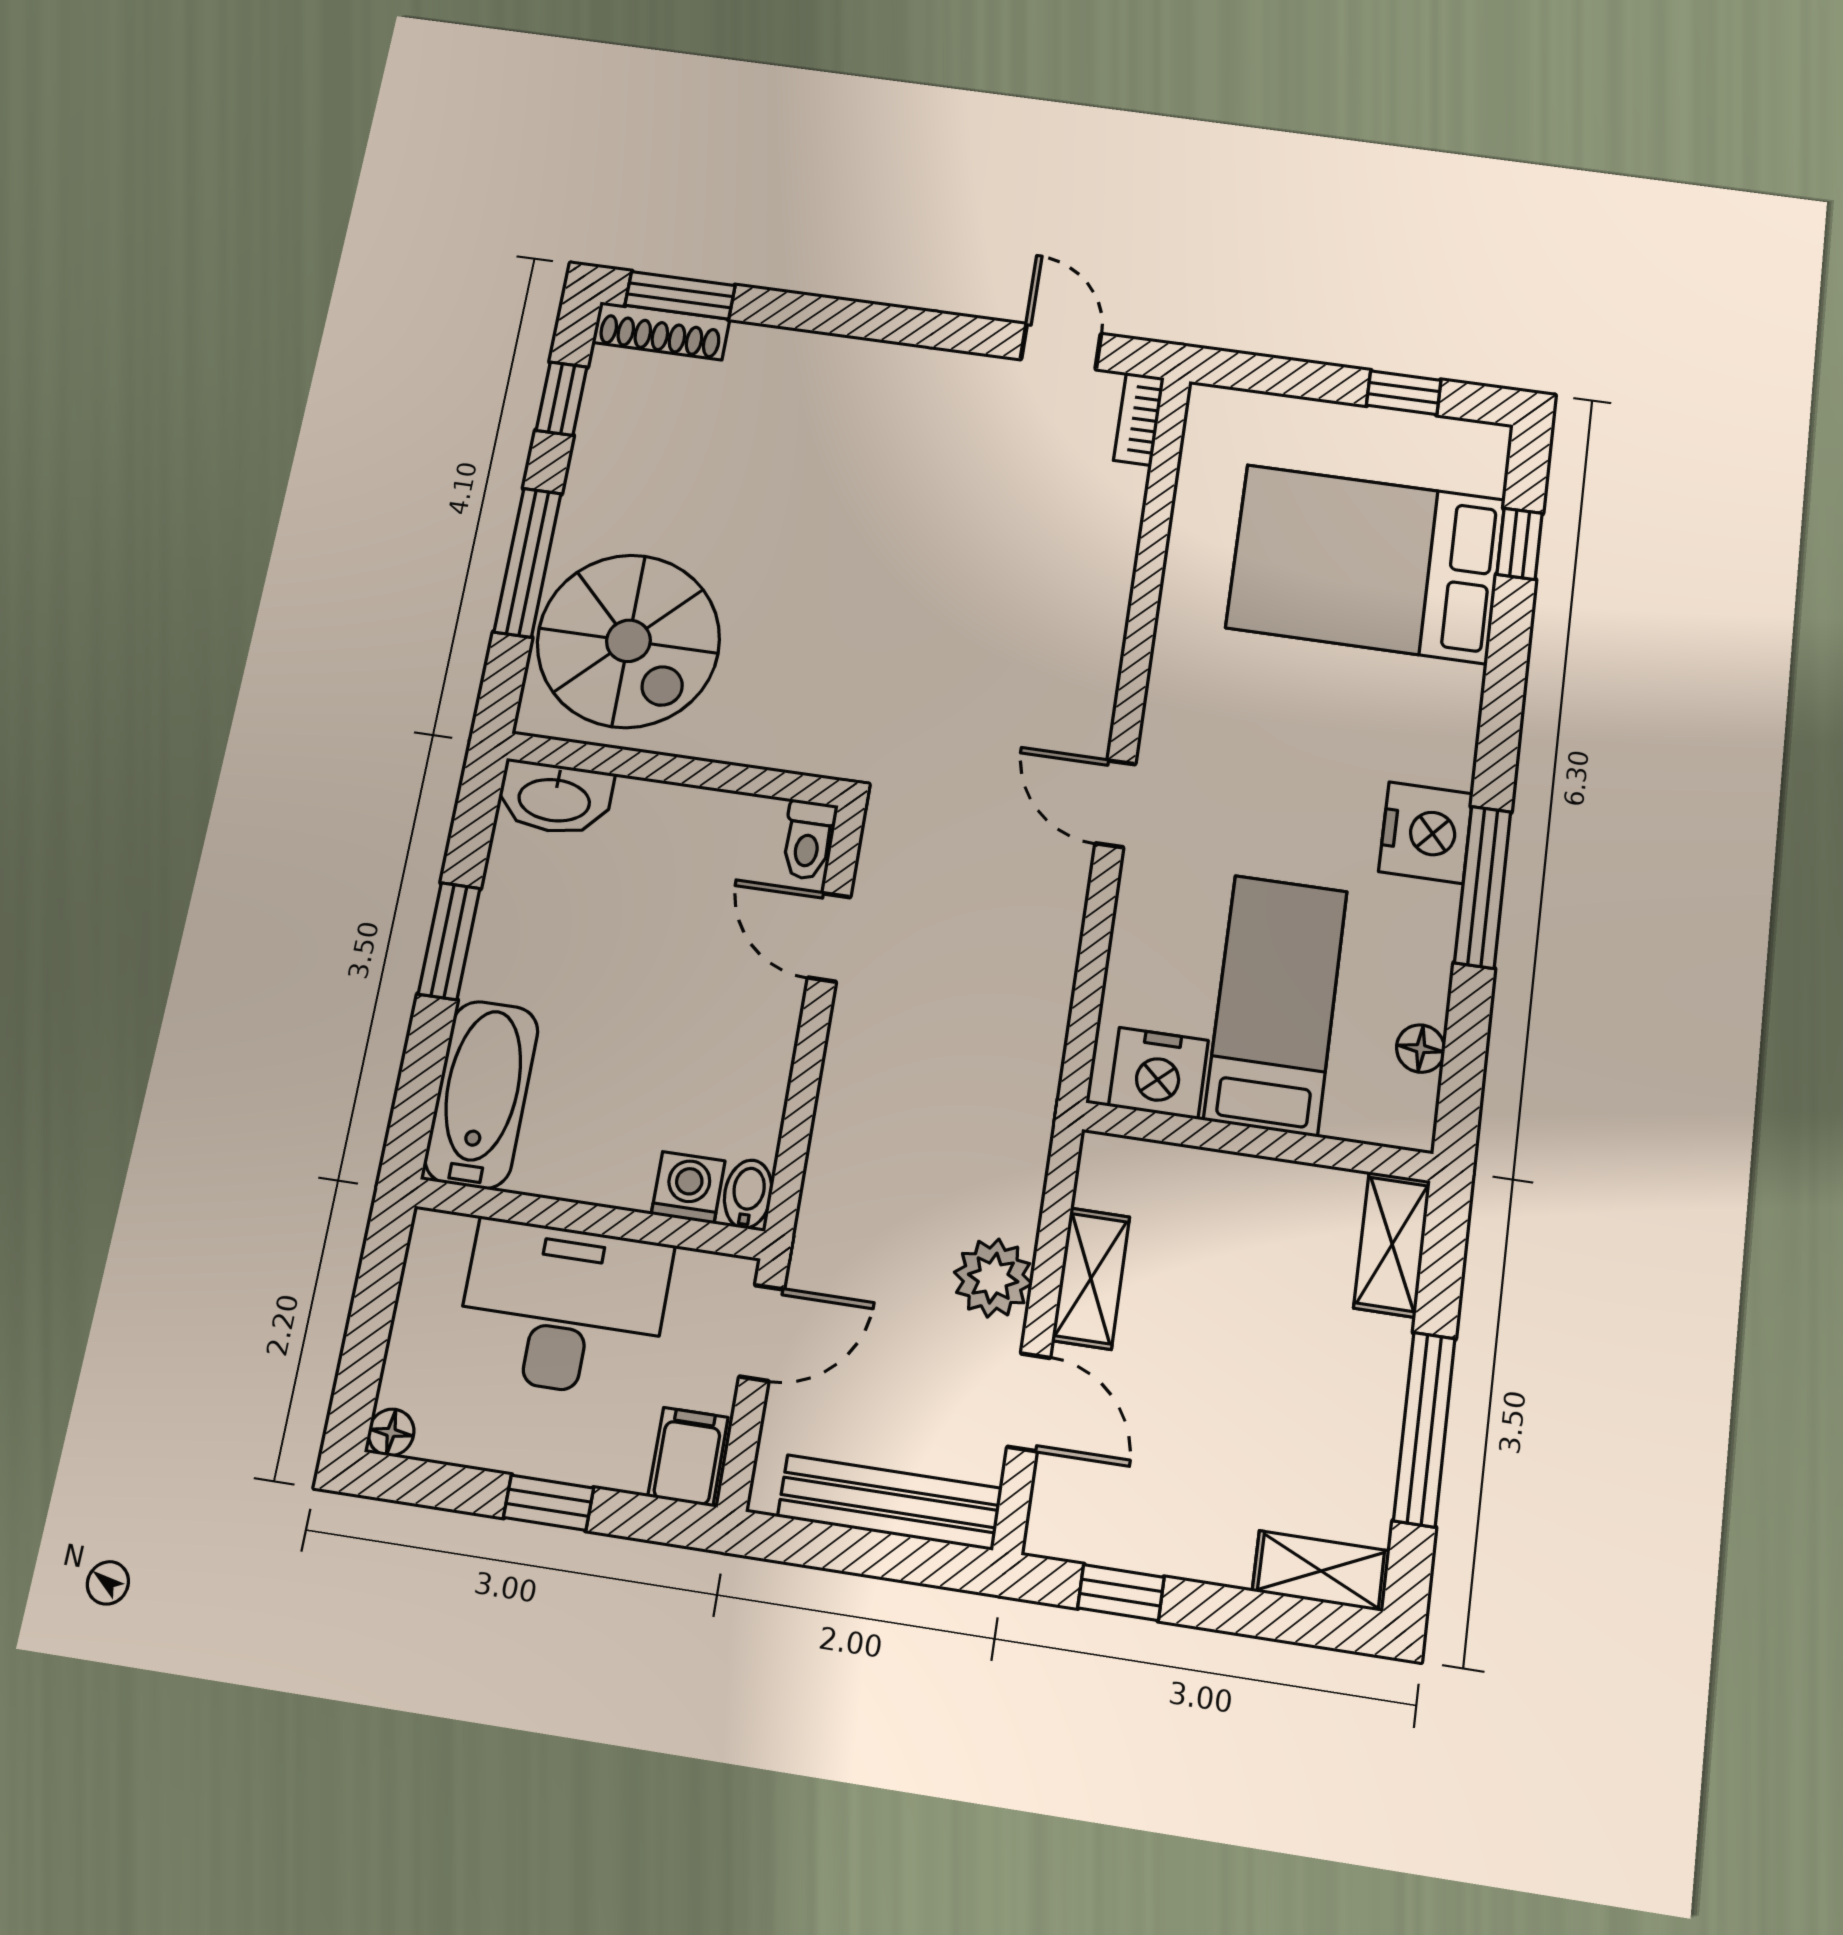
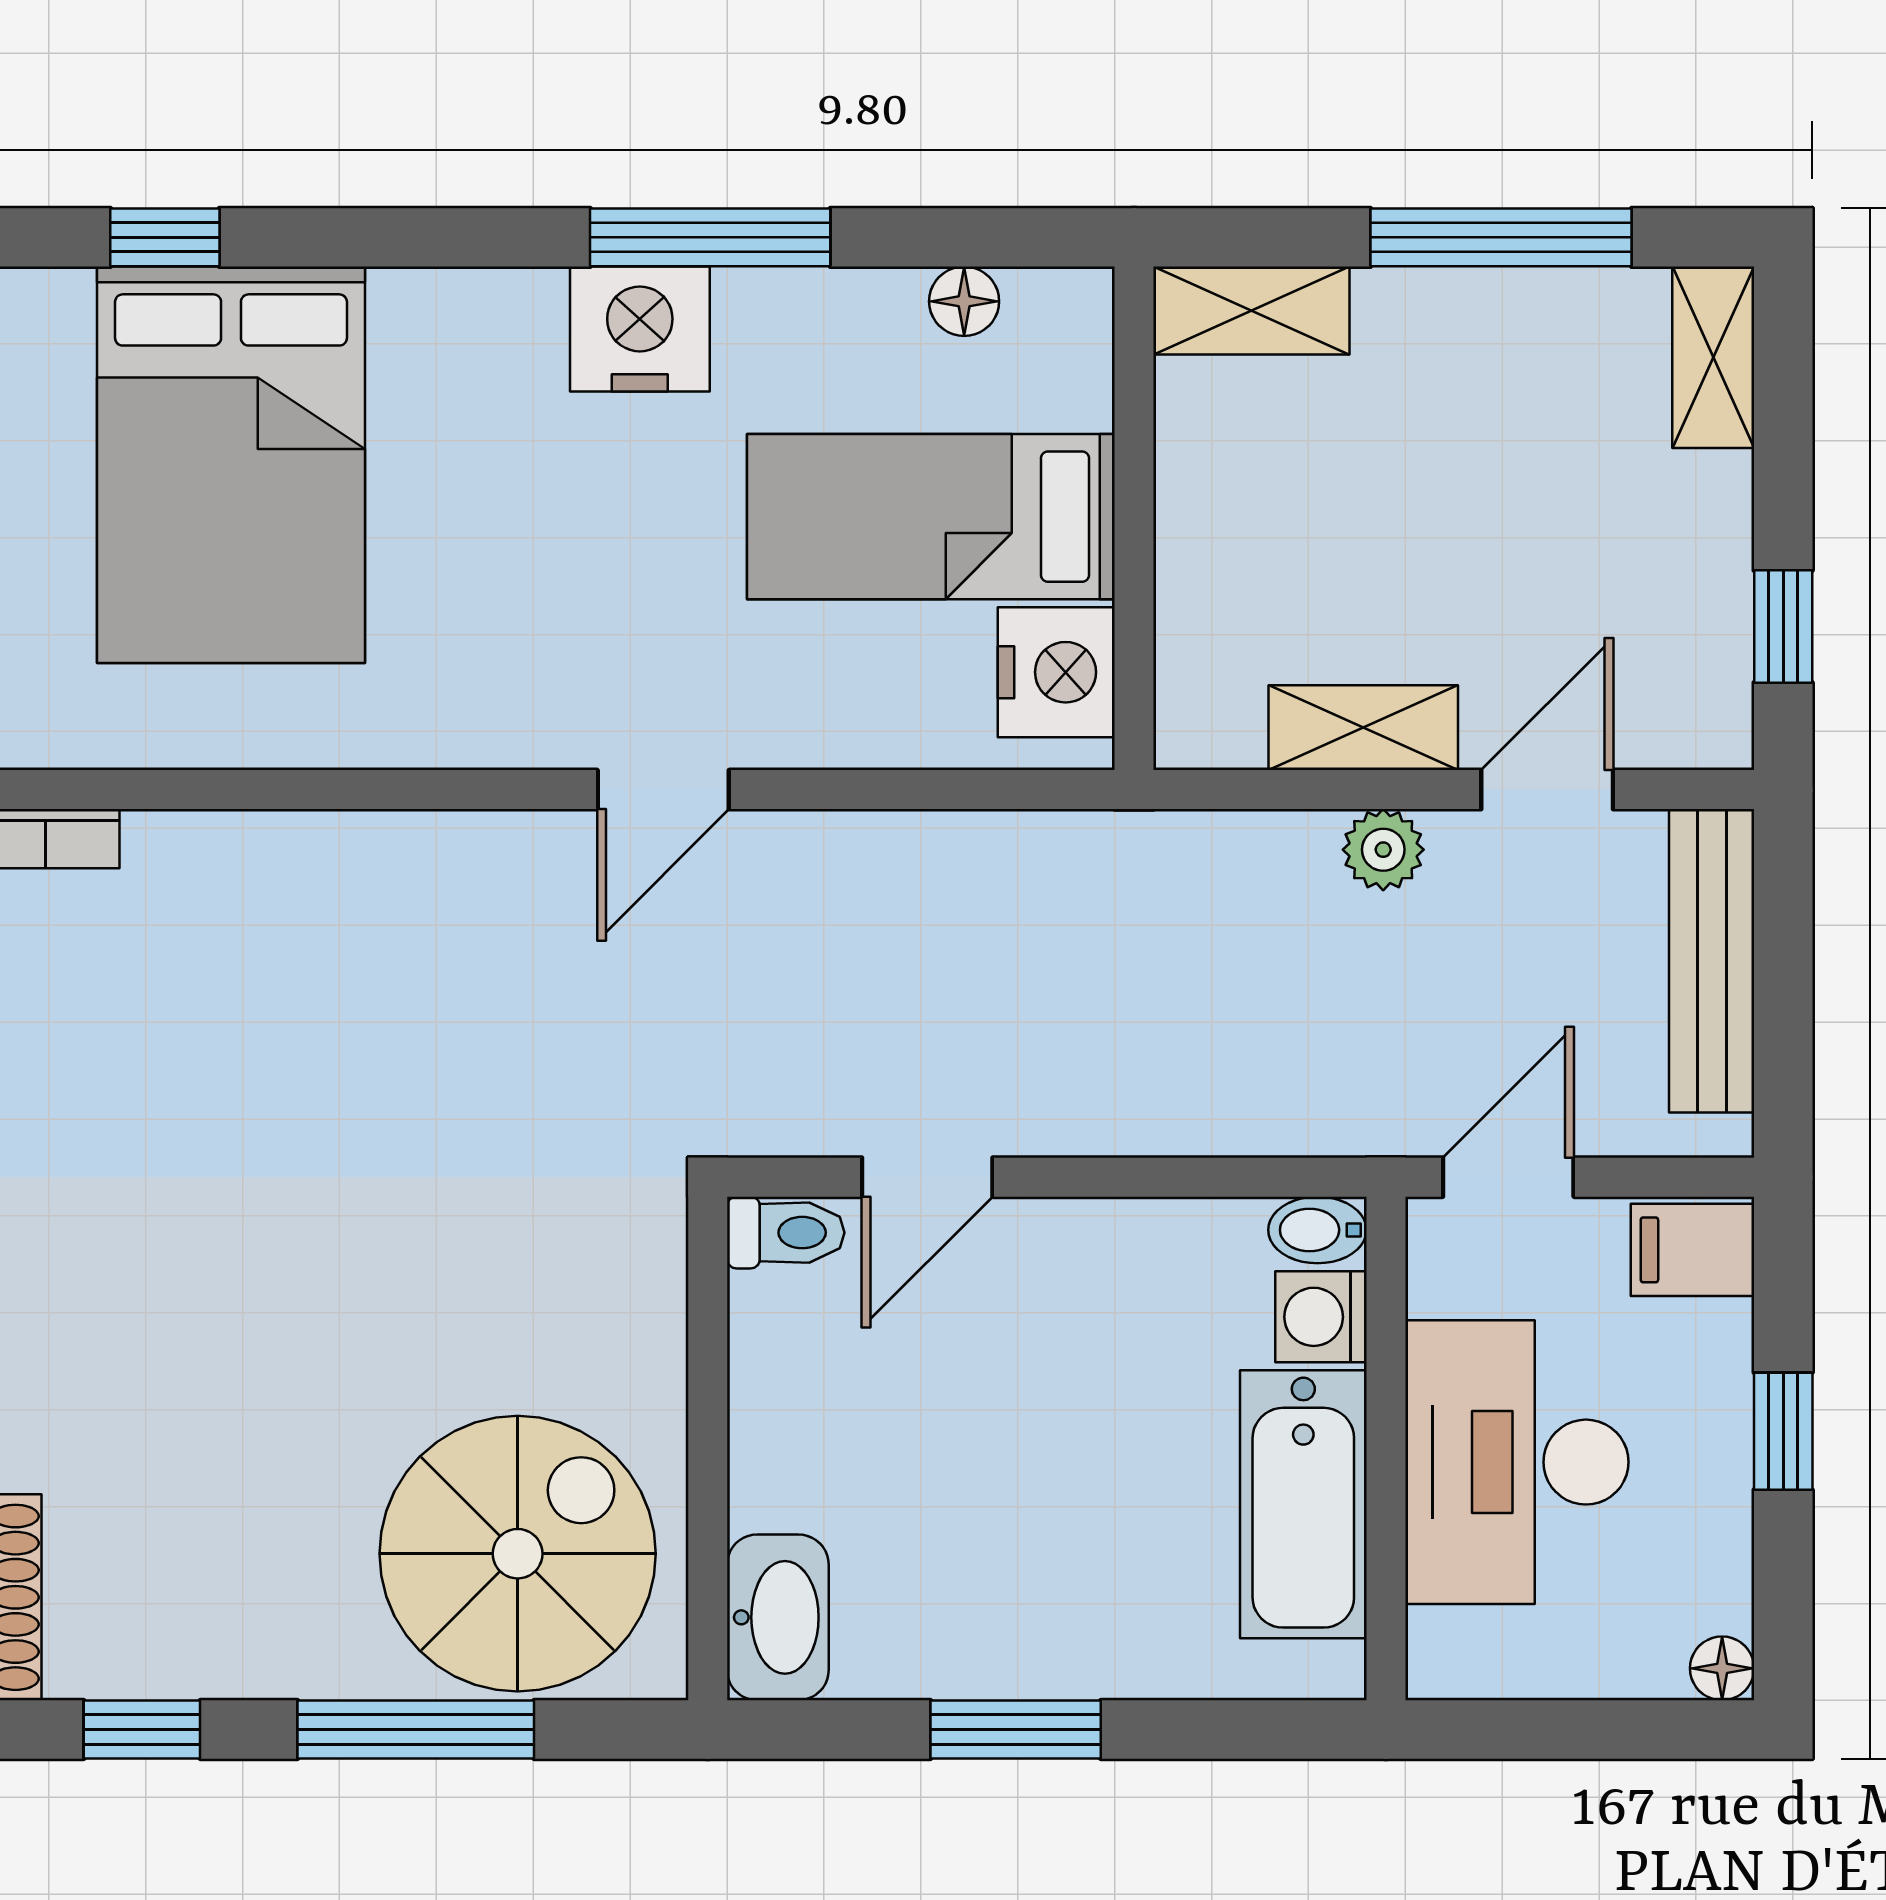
bathtub: (482, 1094) -> (1303, 1504), moved, turned -90
plant: (993, 1278) -> (1383, 850), width x0.73, depth x0.73
door: (762, 1333) -> (1508, 1177), hinge flipped

